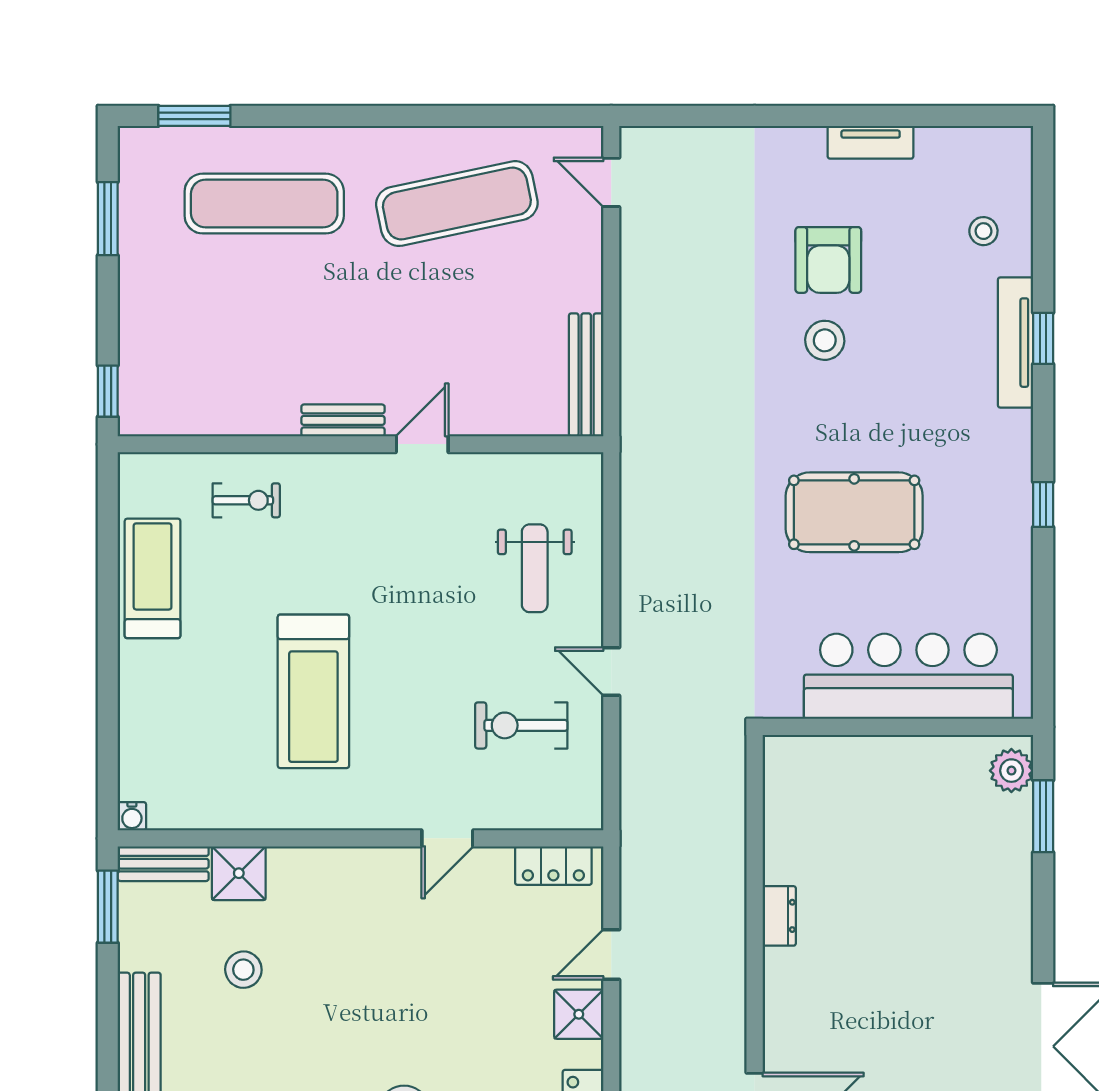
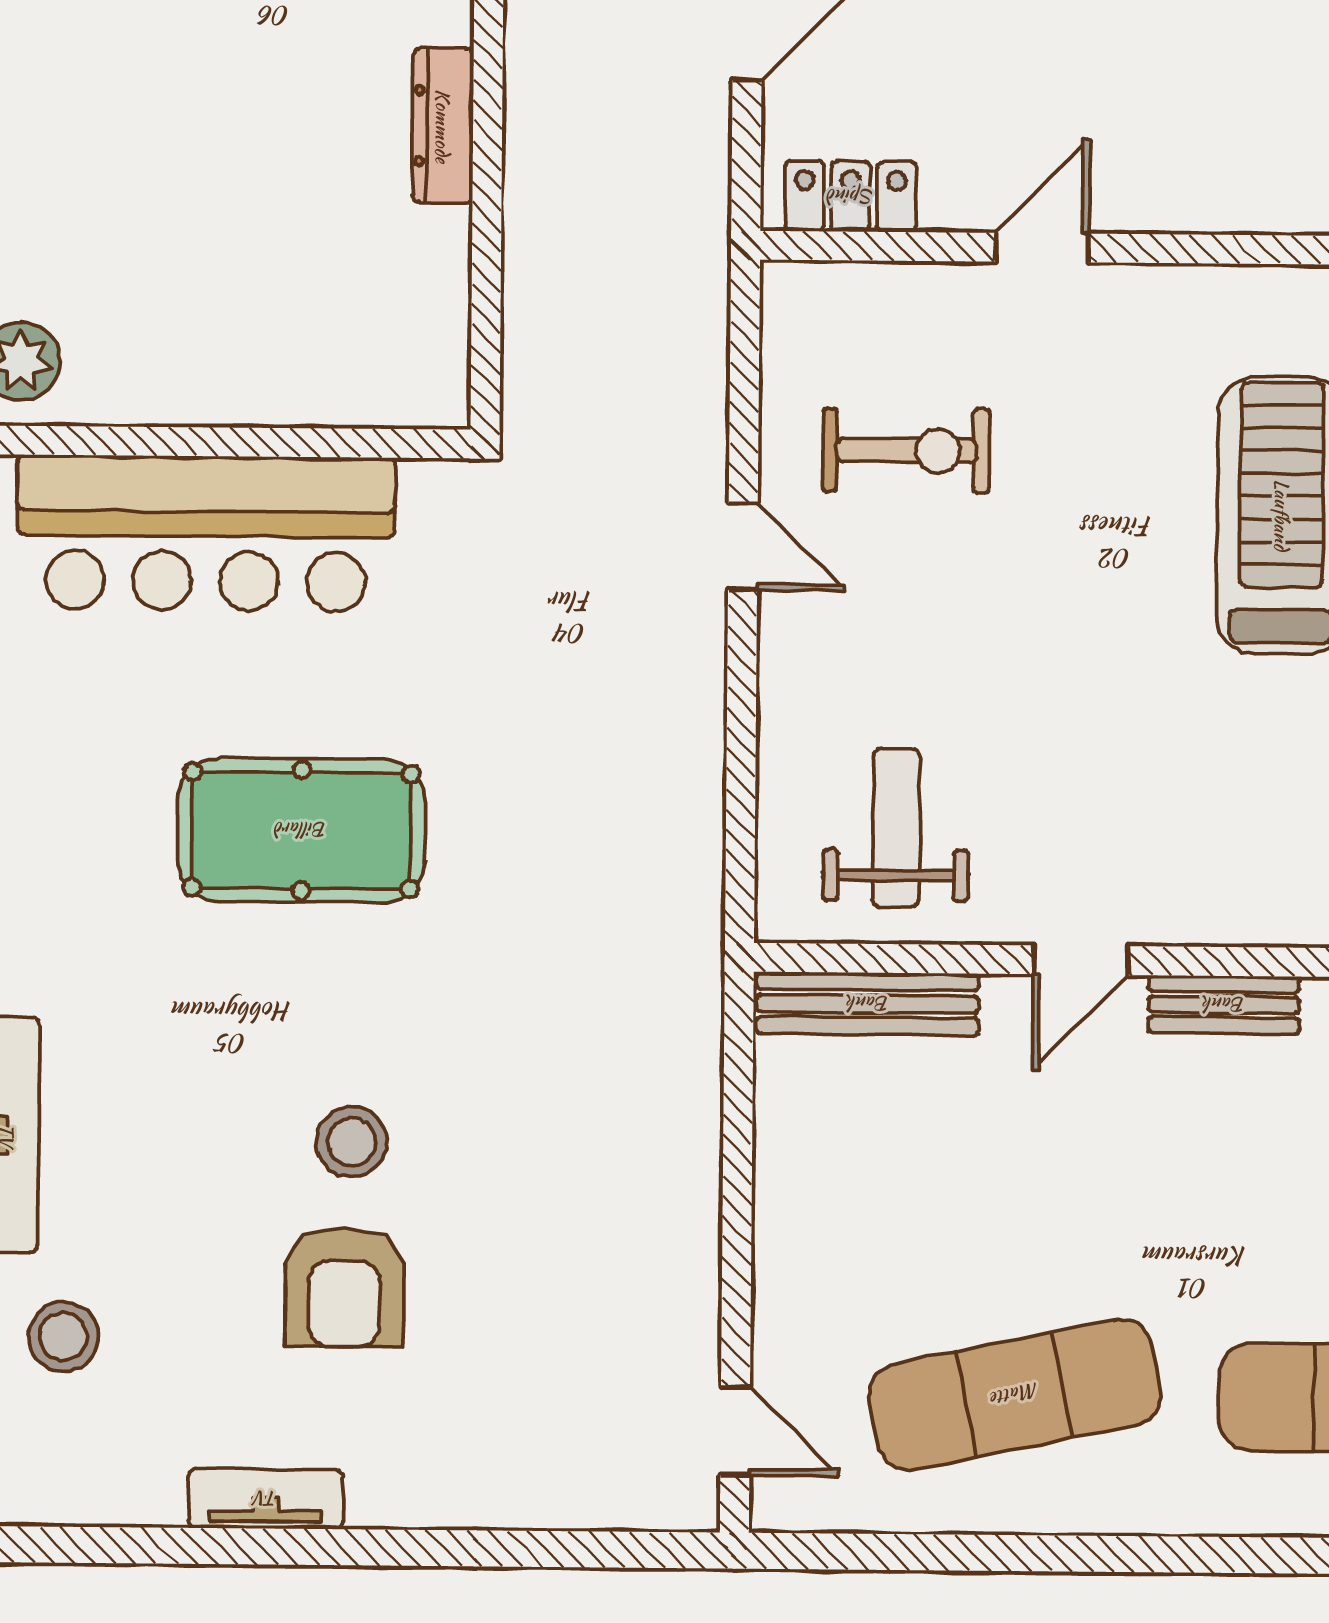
stool: (983, 231) -> (63, 1337), width x1.37, depth x1.37
armchair: (828, 260) -> (344, 1287), turned 180
bench: (586, 375) -> (868, 1004), moved, turned 90
weight bench: (535, 568) -> (896, 828), moved
dresser: (779, 916) -> (443, 126), width x1.44

